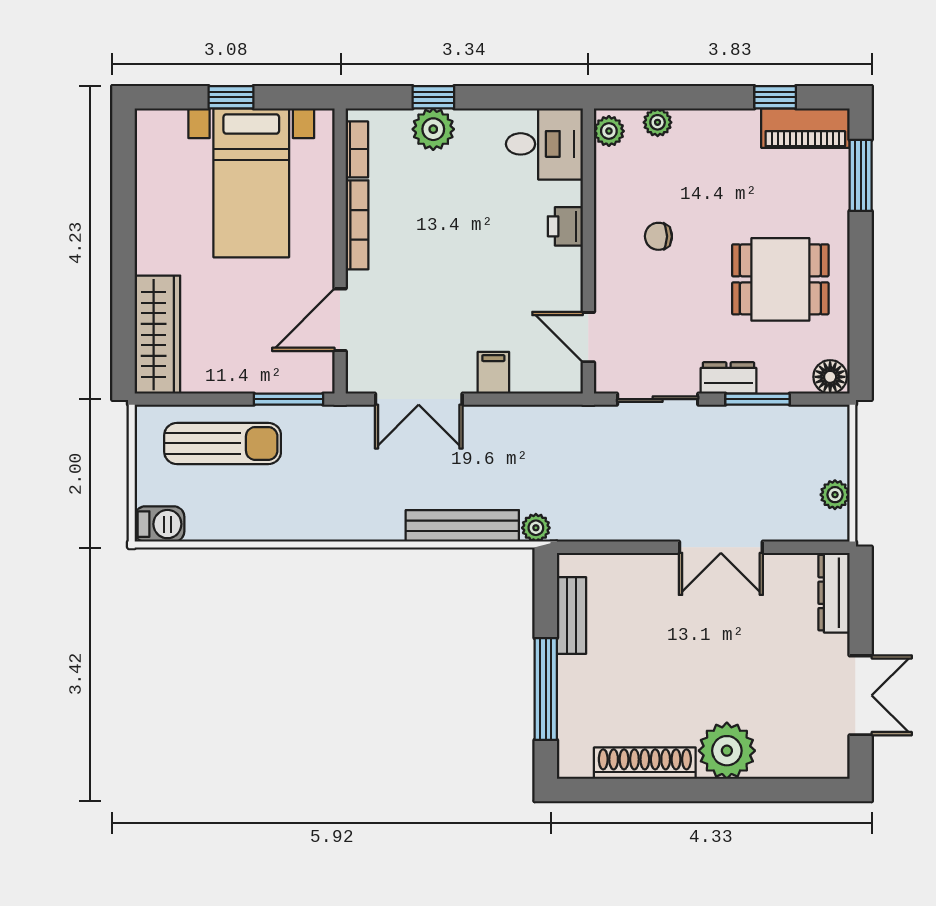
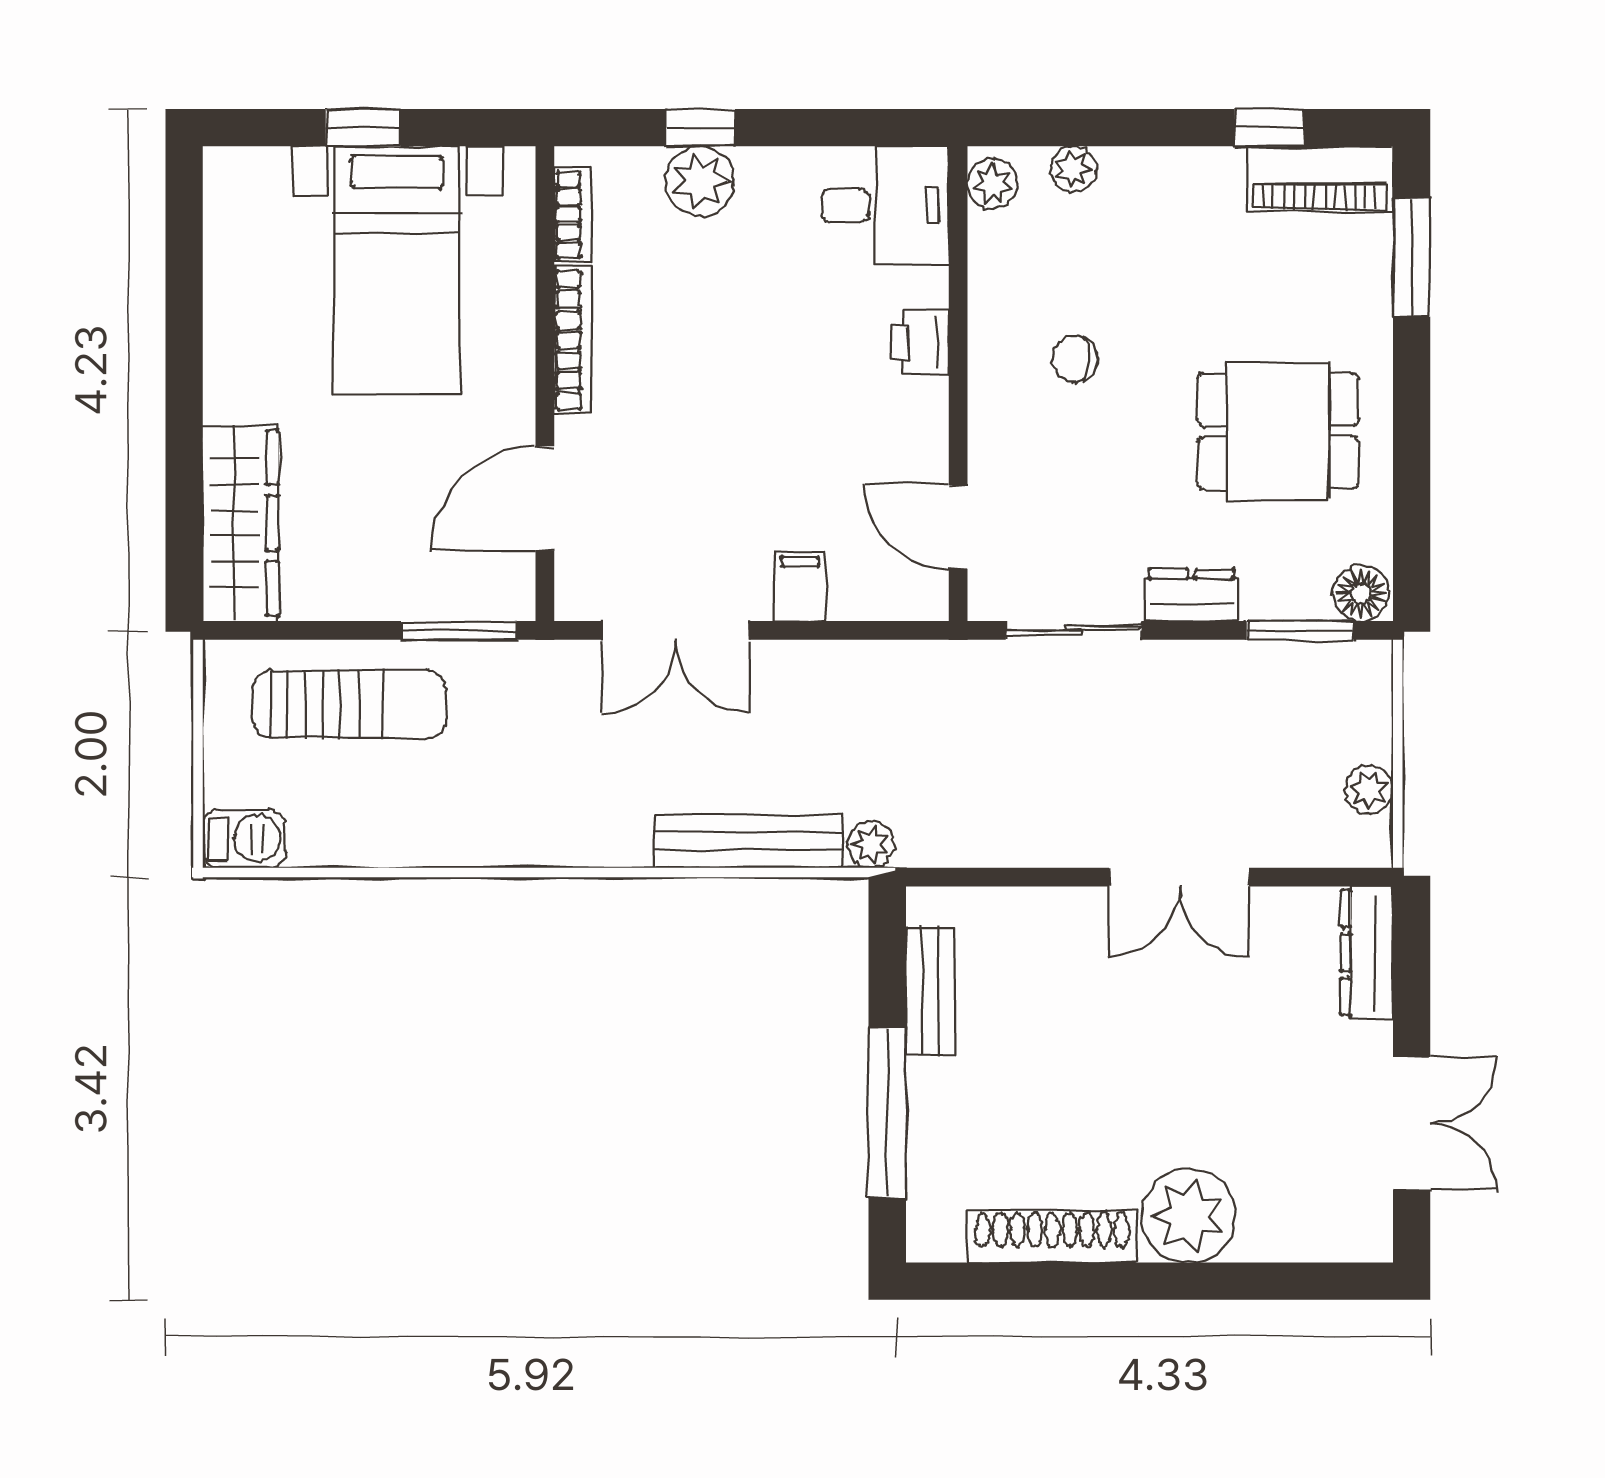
window: (757, 399) -> (1300, 630), moved

